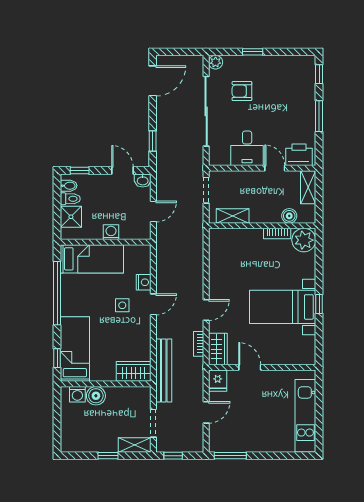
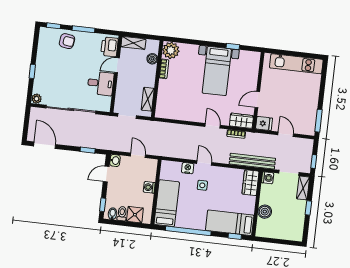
armchair: (242, 91) -> (67, 41), moved, turned -82
window: (319, 304) -> (233, 47), moved
washing machine: (77, 394) -> (268, 178), moved

